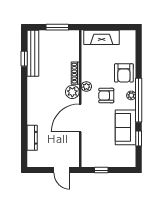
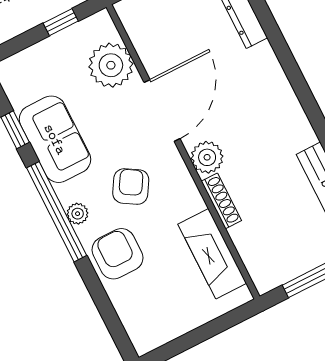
fireplace: (102, 37) -> (212, 254), moved, turned -90
plant: (86, 86) -> (111, 65), moved, width x1.87, depth x1.87
armchair: (106, 96) -> (131, 186), turned -59

